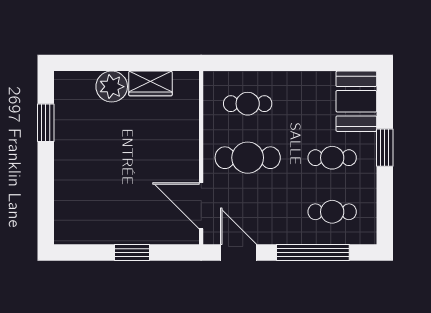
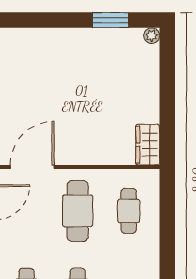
wardrobe: (150, 83) -> (148, 145), moved
plant: (112, 87) -> (152, 36), moved, width x0.53, depth x0.53

